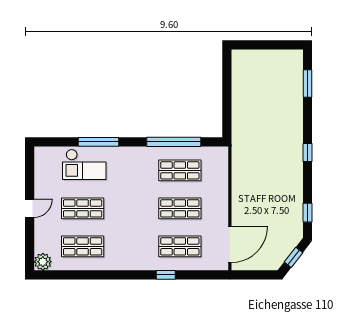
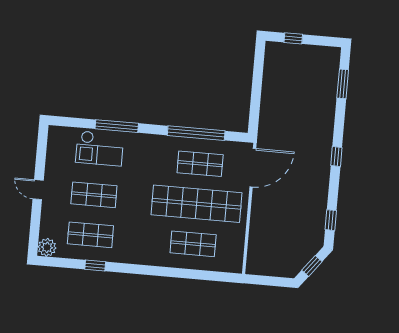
window: (257, 45) -> (293, 38), added
door: (30, 208) -> (38, 190), swing flipped
shop shelf: (180, 208) -> (197, 204), width x2.00, depth x1.36
door: (230, 244) -> (253, 168), moved
window: (166, 275) -> (95, 266), moved

